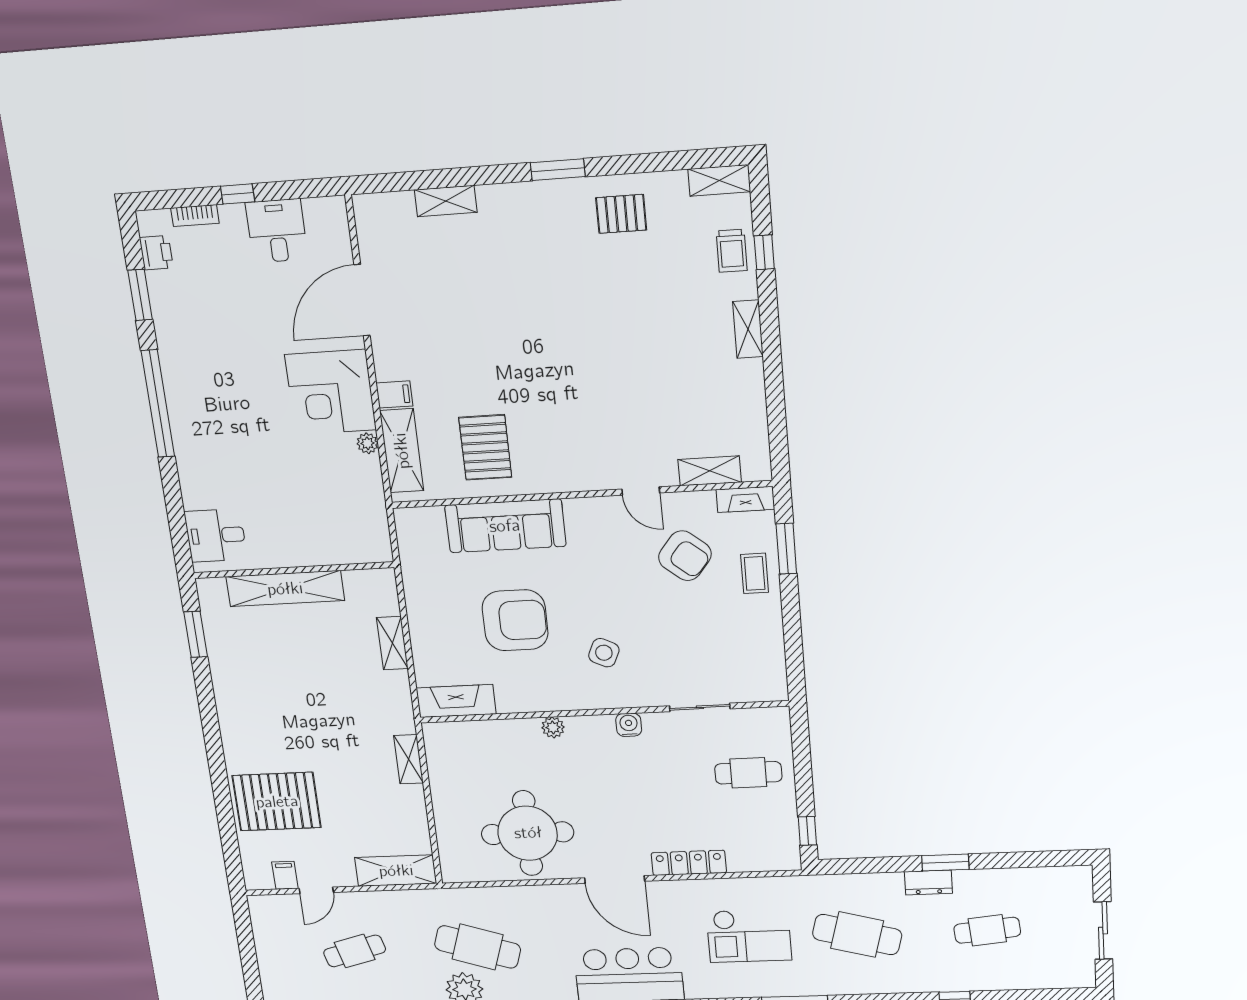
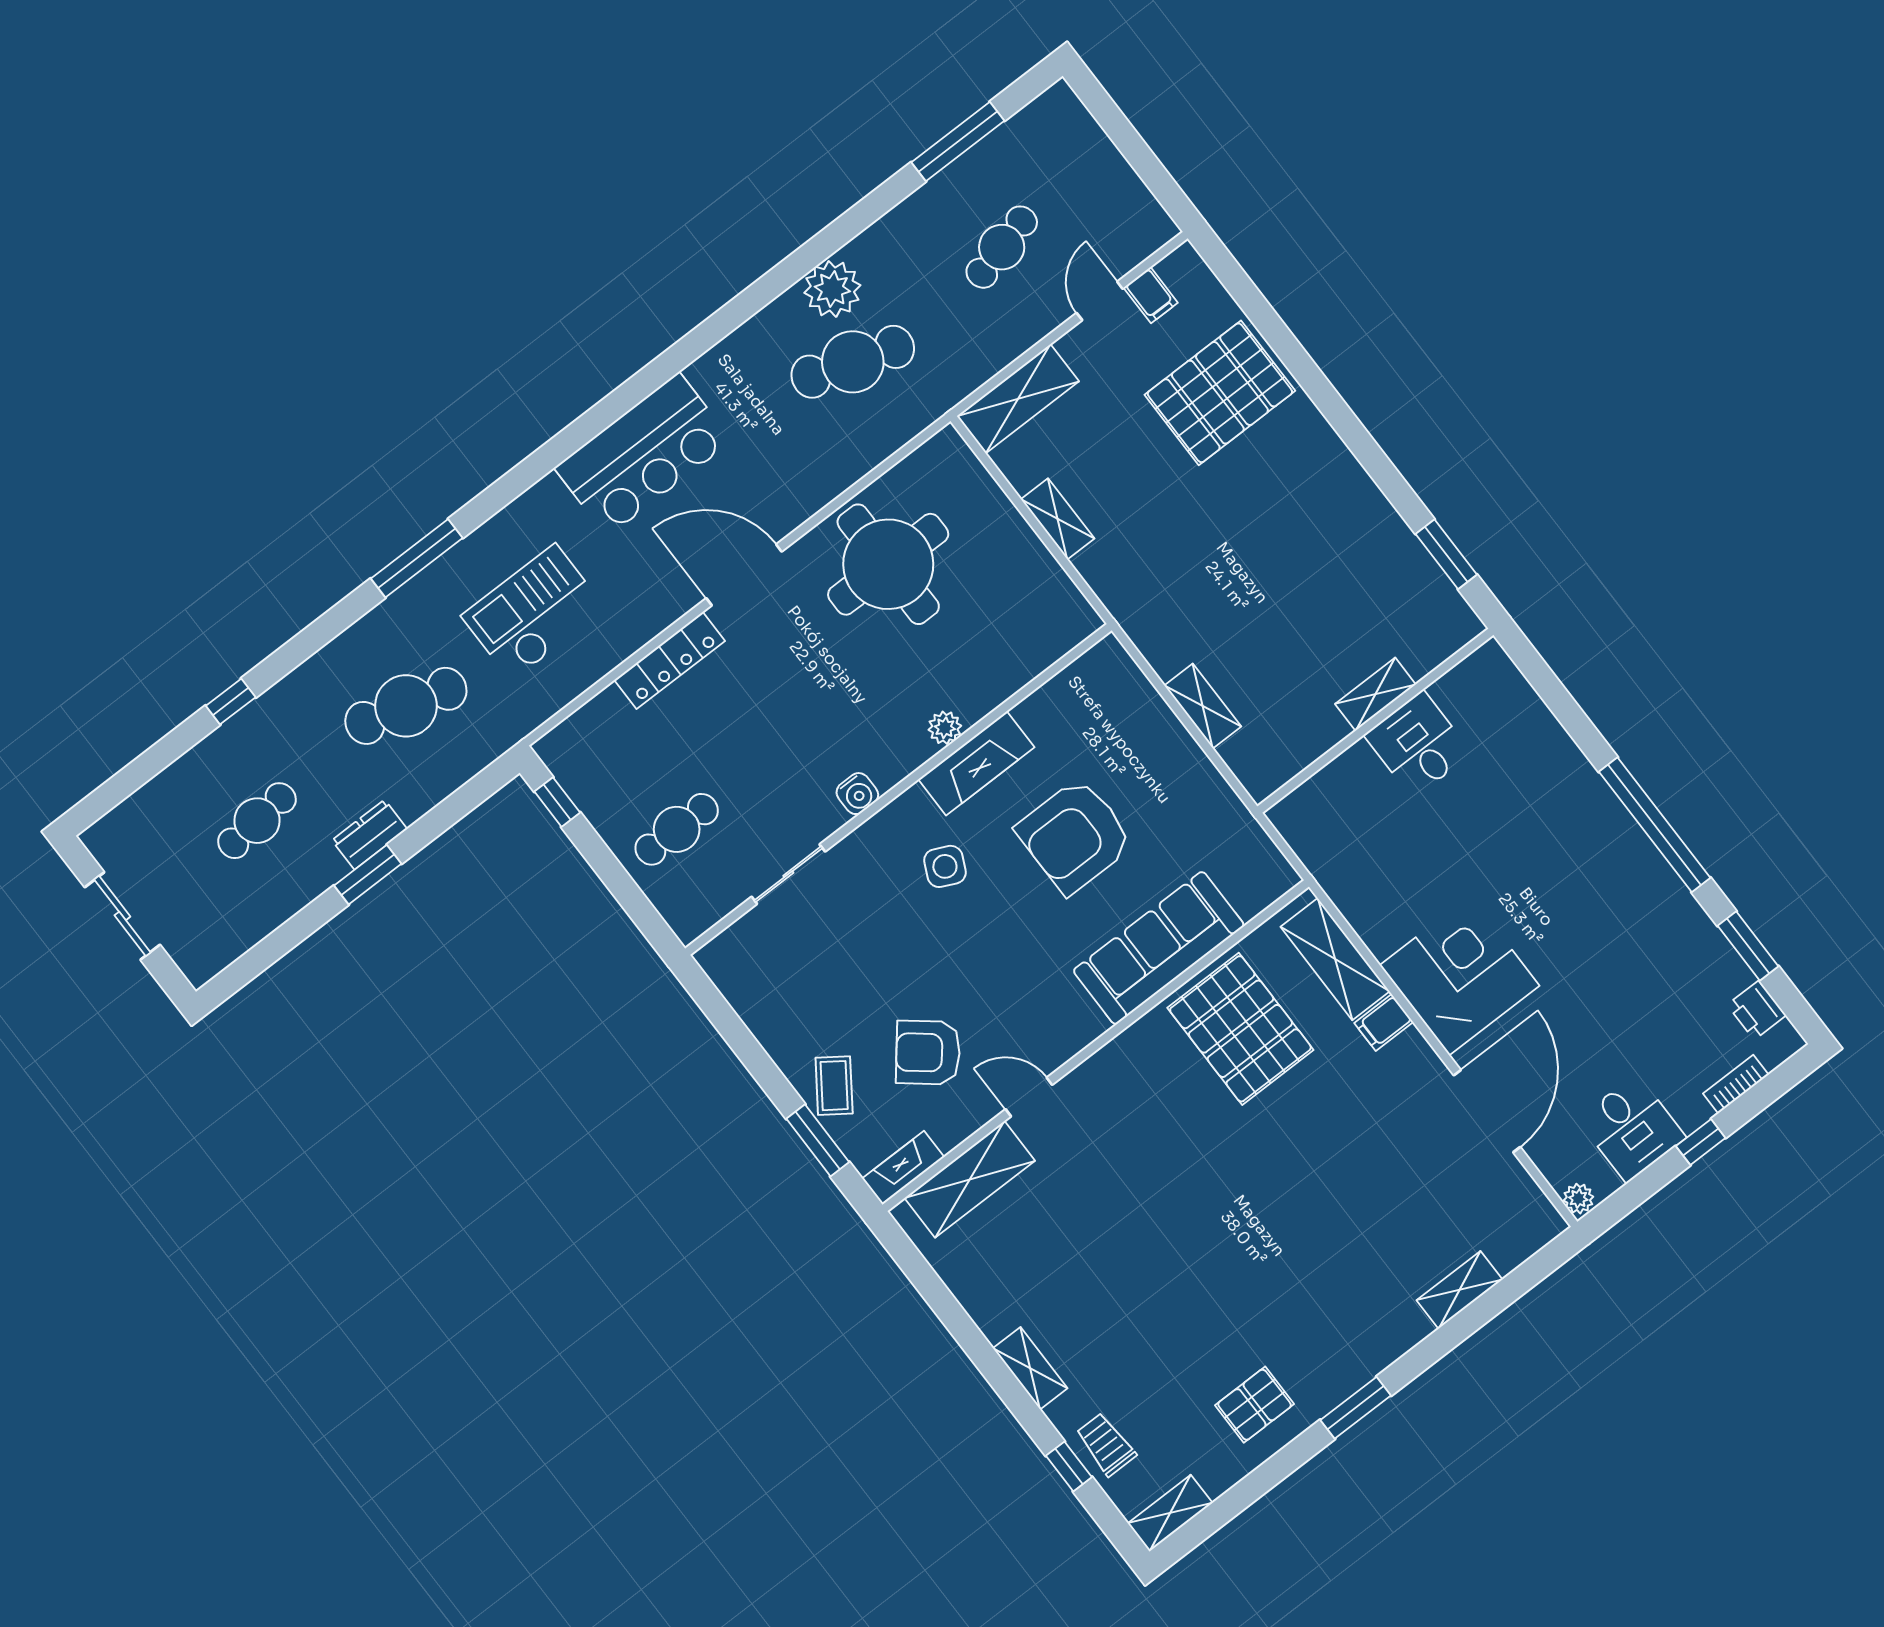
plant: (367, 443) -> (1578, 1199), moved
pallet: (485, 447) -> (1240, 1029), width x1.37, depth x1.41
shelving: (710, 471) -> (970, 1179), width x1.50, depth x1.33
desk: (216, 535) -> (1418, 744), moved, turned -90
coffee table: (755, 573) -> (834, 1086), turned 35
shelving: (285, 589) -> (1375, 694), width x0.45, depth x0.75
fireplace: (456, 701) -> (976, 763), moved
shelving: (408, 759) -> (1058, 519), moved

